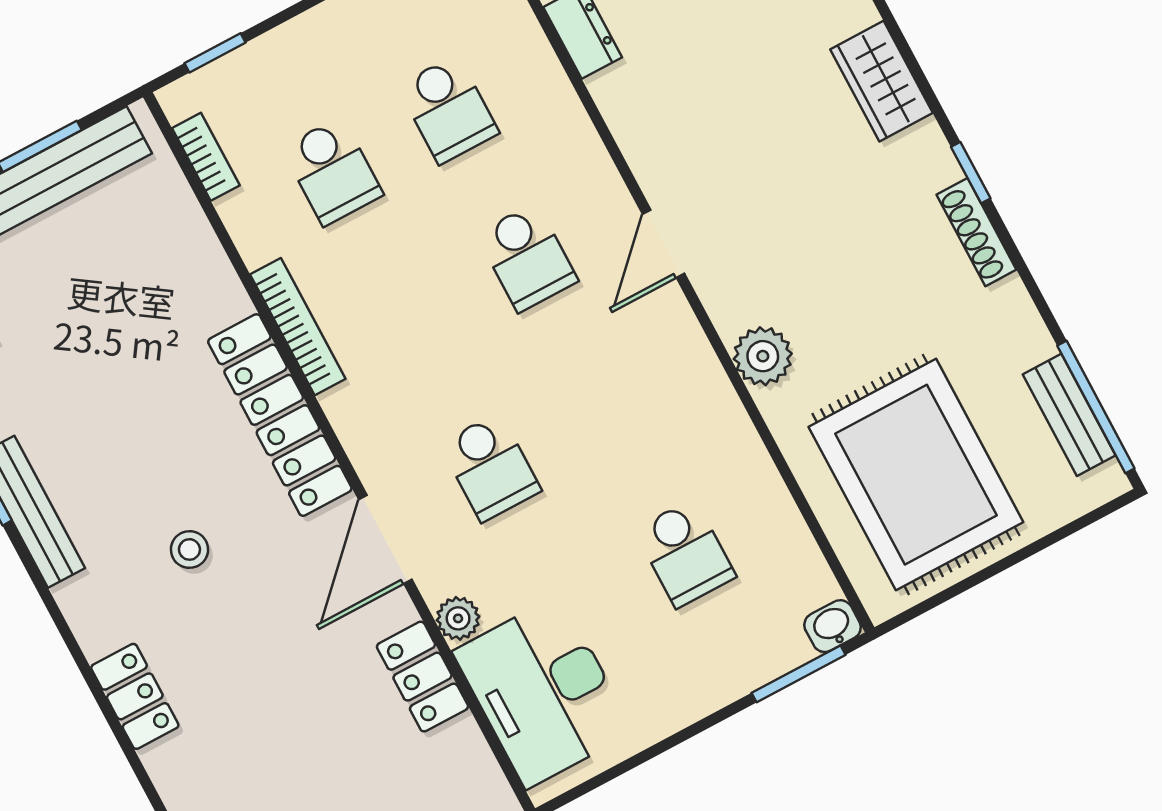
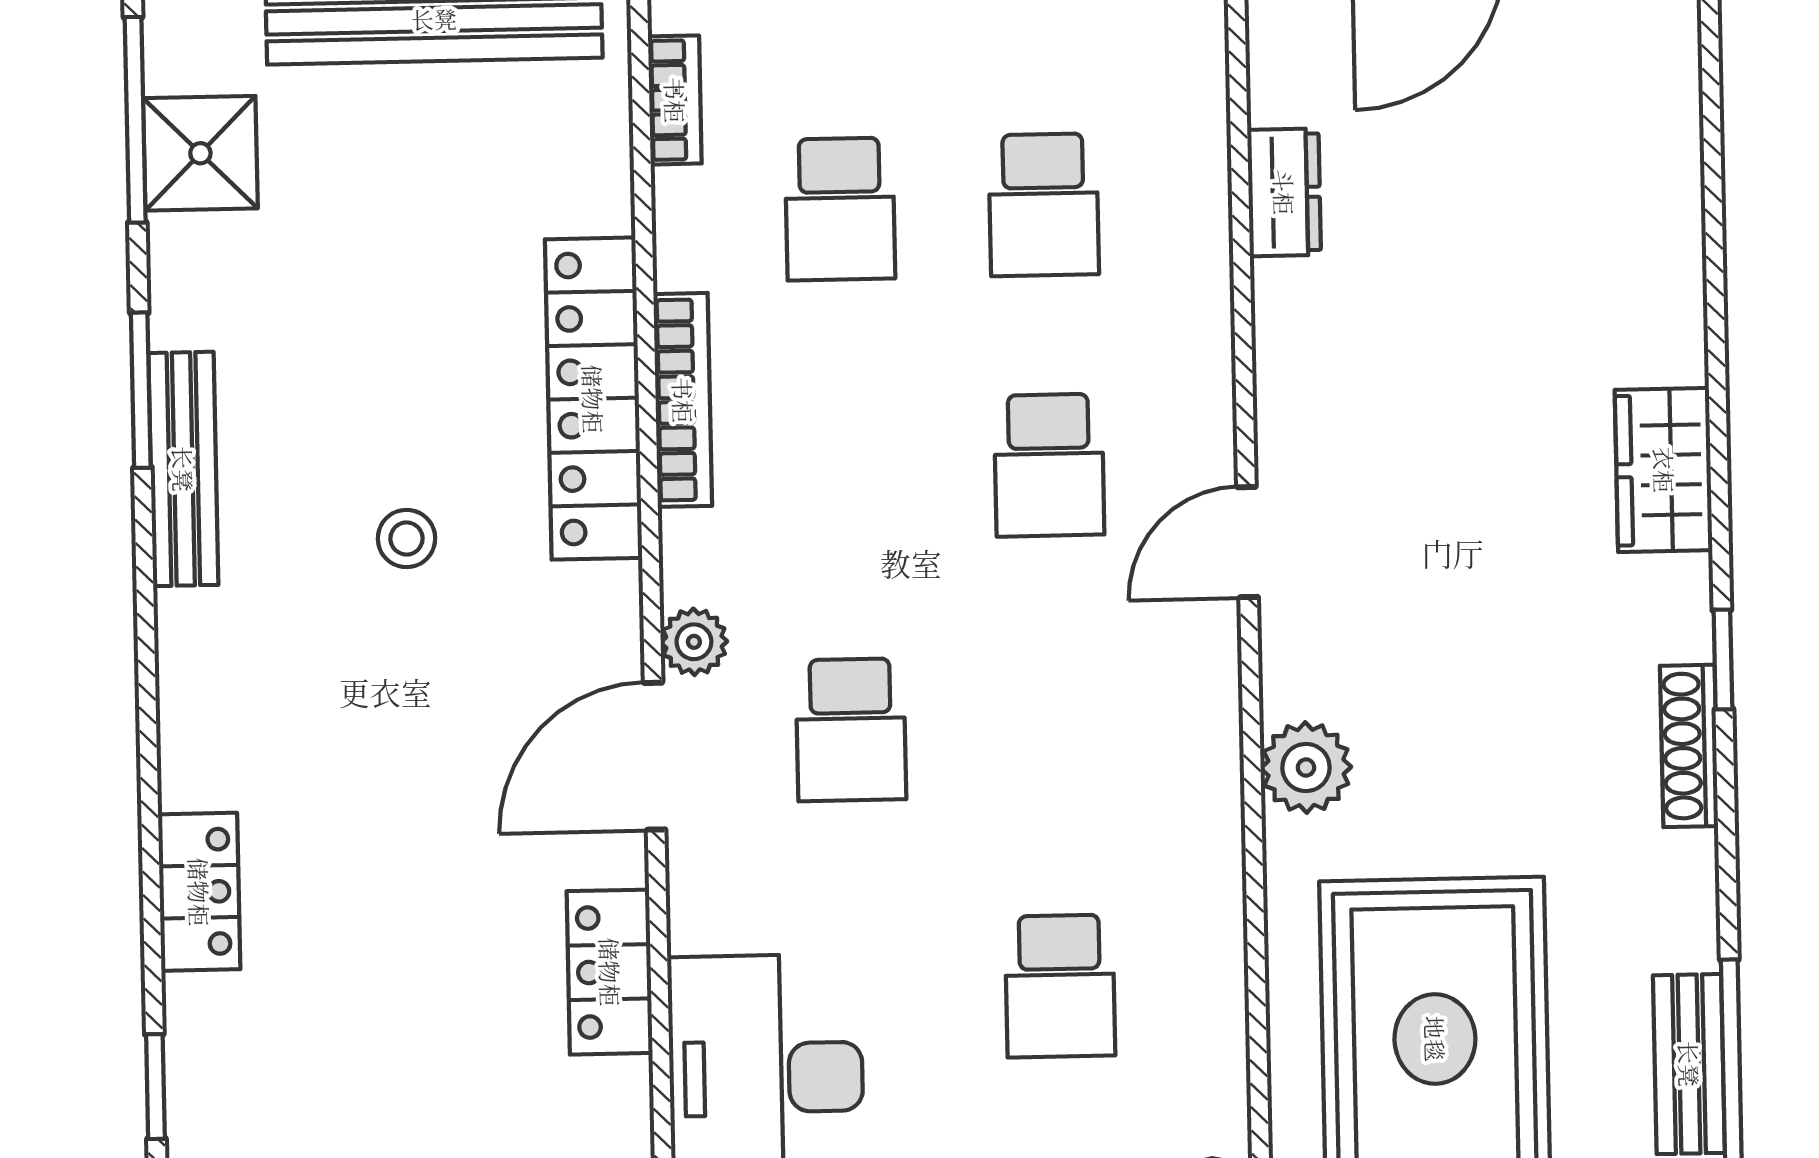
locker: (280, 415) -> (593, 399), moved
stool: (189, 549) -> (407, 539), moved
plant: (458, 618) -> (694, 642), moved
locker: (135, 696) -> (199, 892), moved

